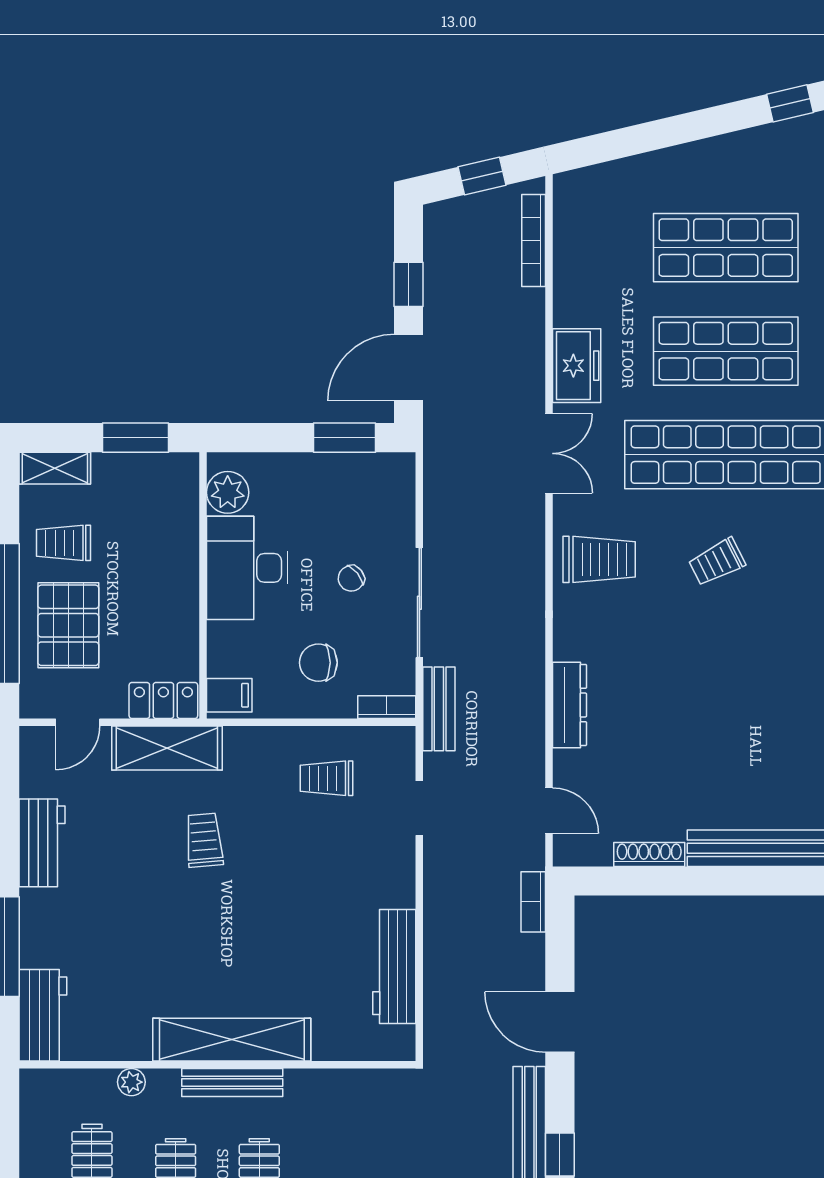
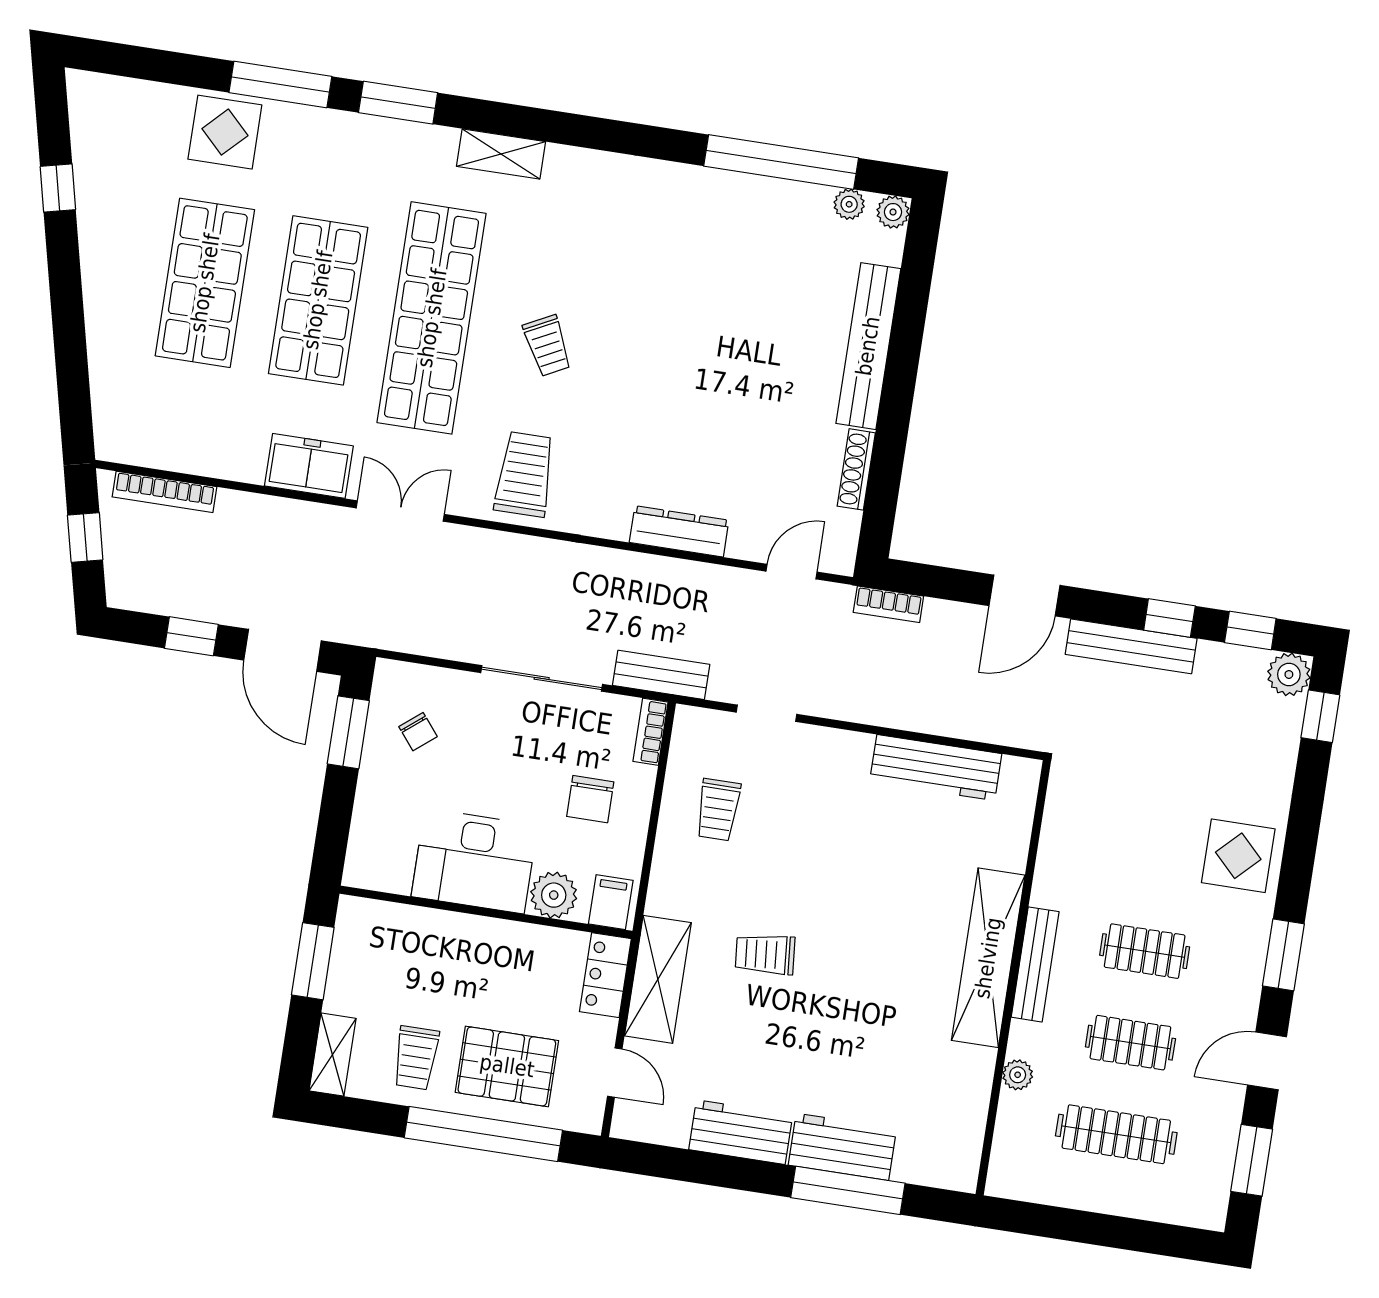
plant: (228, 492) -> (554, 895), moved
chair: (351, 578) -> (418, 732), moved
workbench: (43, 1015) -> (842, 1147), moved

